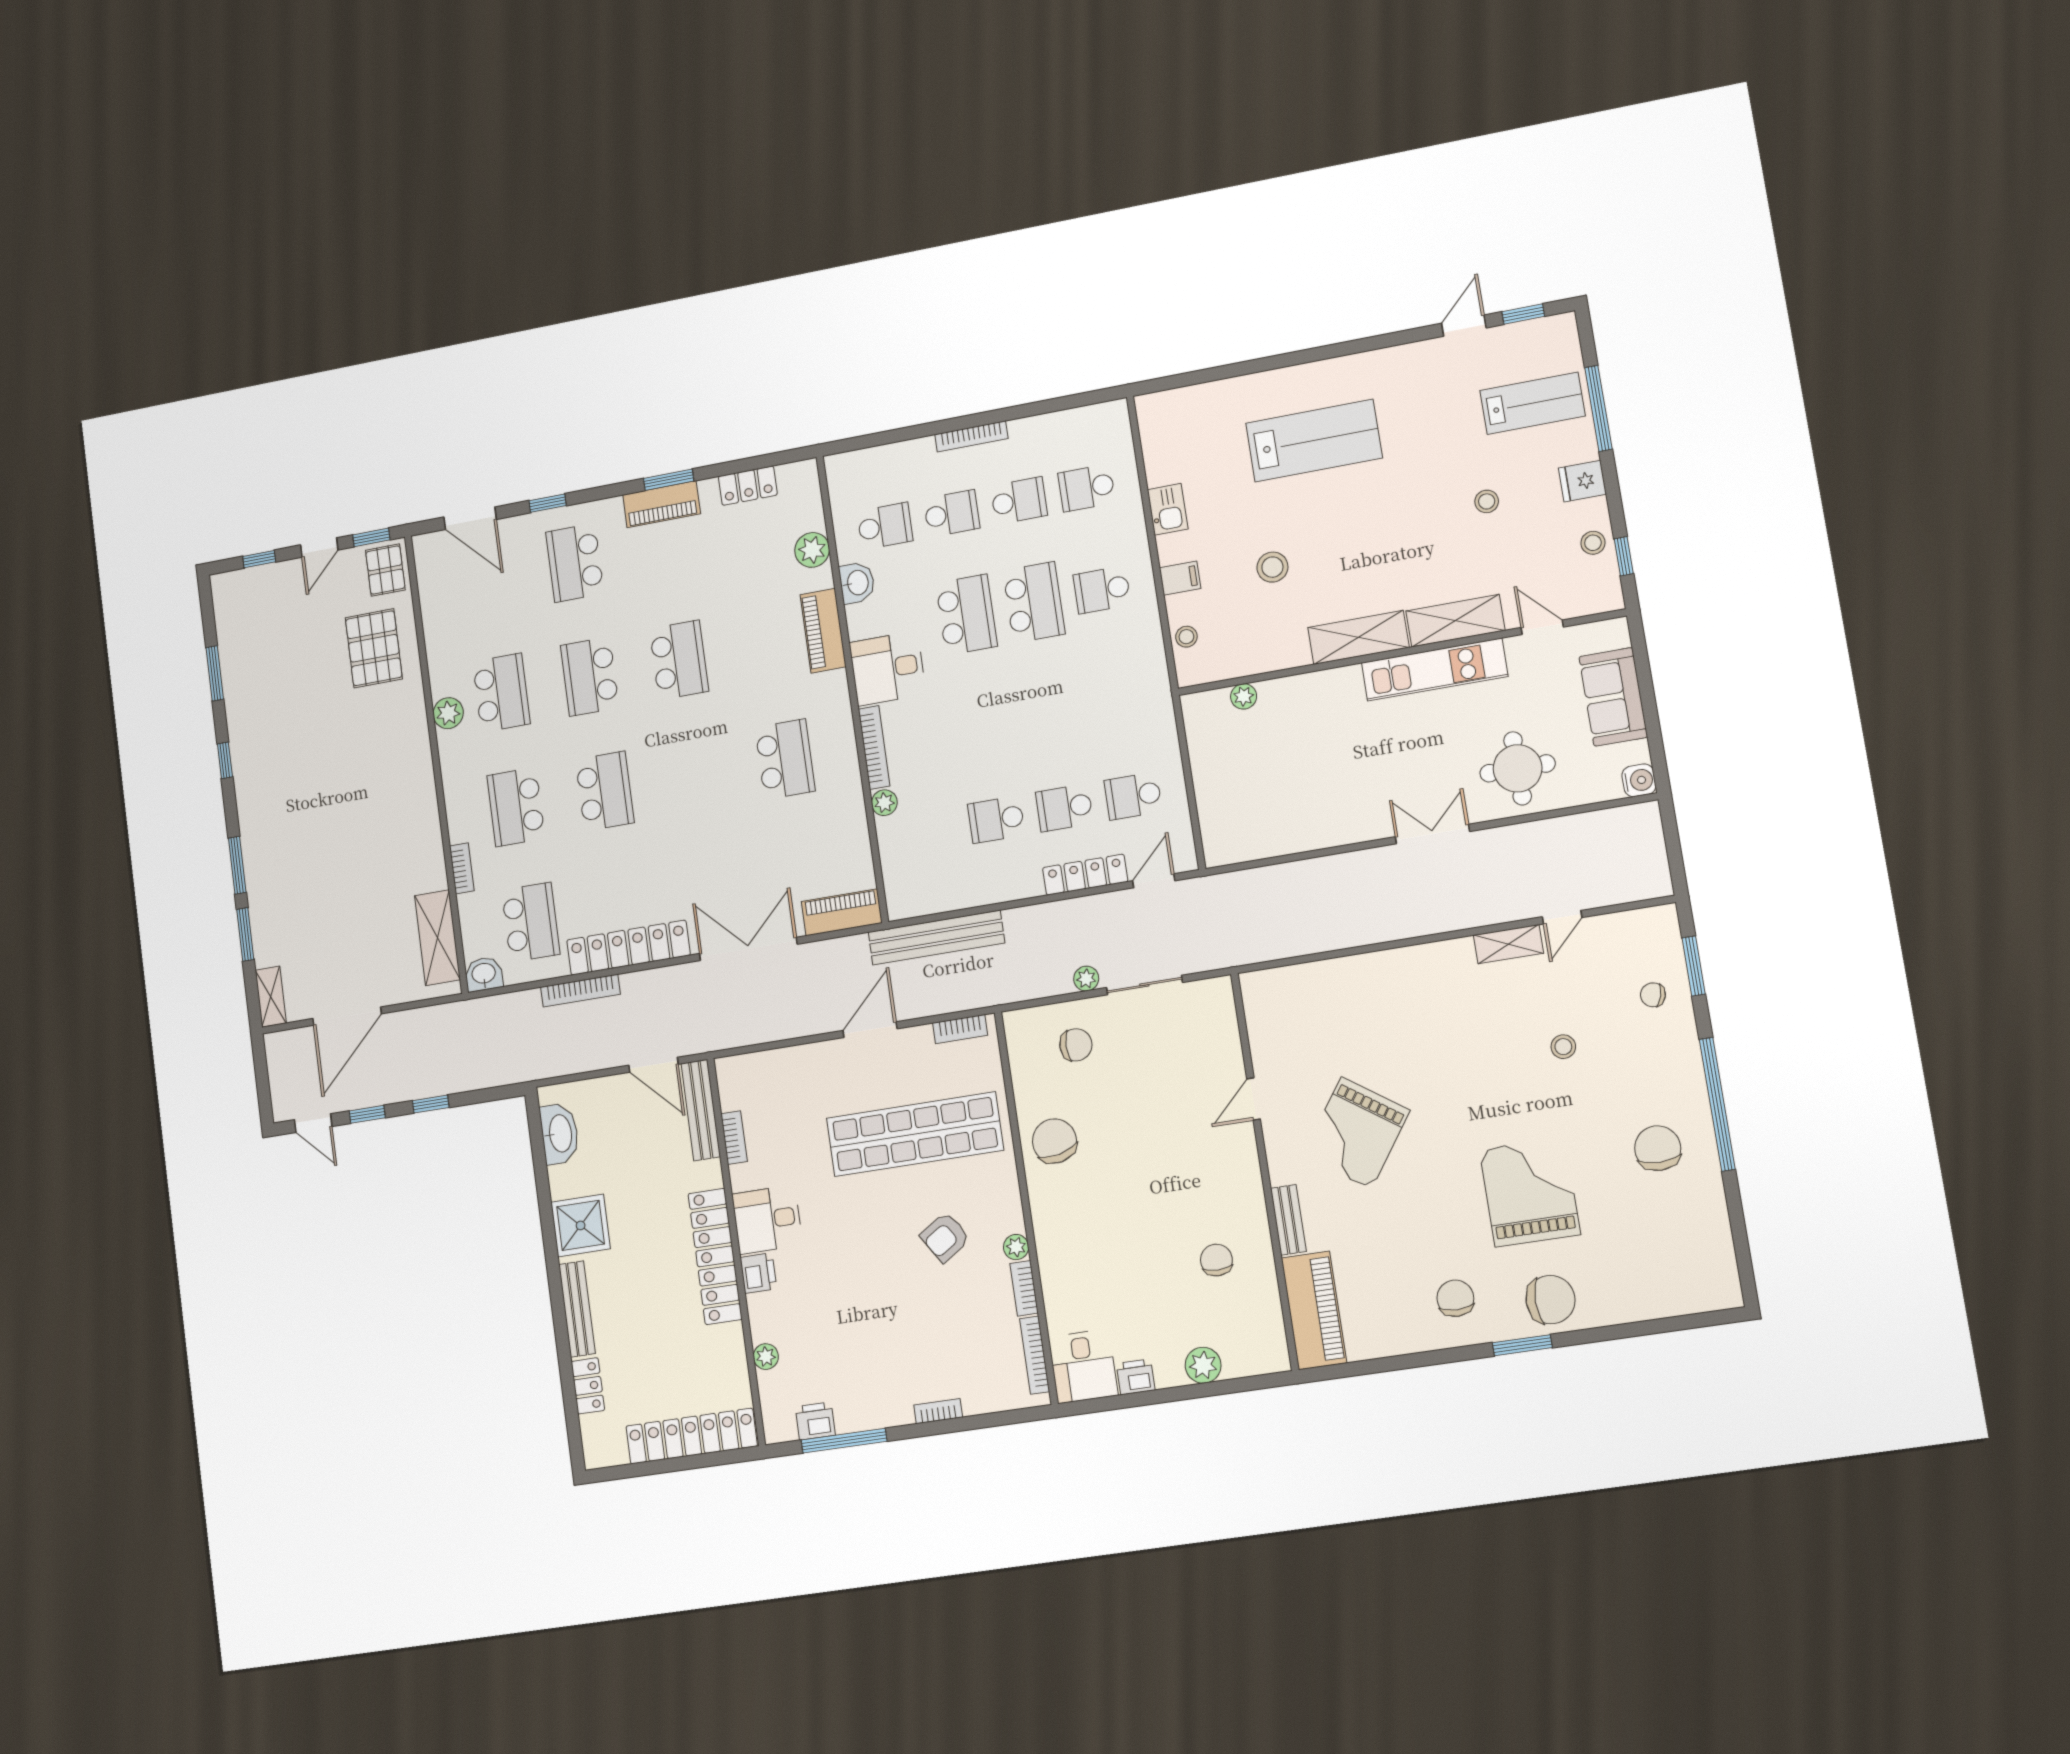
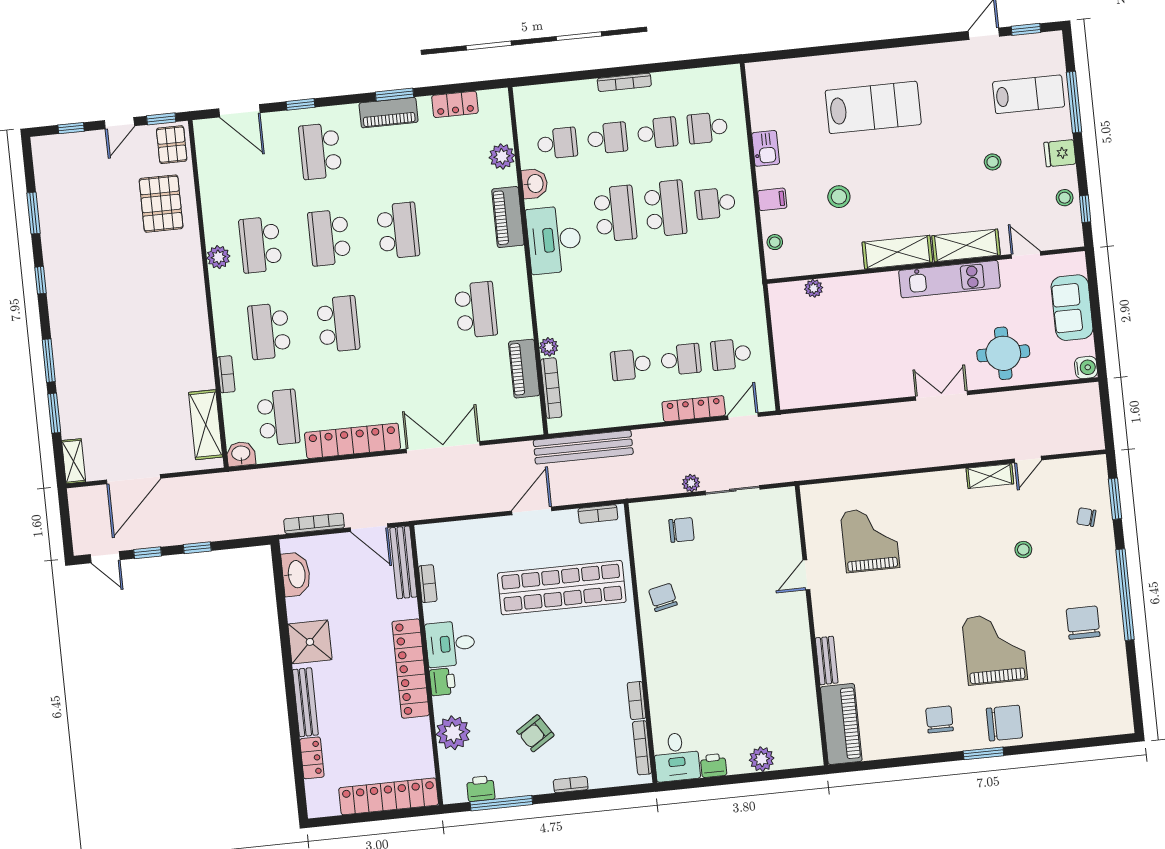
desk: (888, 668) -> (554, 240), width x1.37
school desk: (501, 693) -> (260, 245), turned 180
bookcase: (874, 747) -> (551, 388), moved
school desk: (1064, 808) -> (681, 359), turned 180
piano: (842, 912) -> (524, 369), moved, turned -90
bookcase: (580, 991) -> (314, 523), moved, turned 180
grand piano: (1356, 1133) -> (870, 540), moved, turned 145
chair: (1054, 1141) -> (663, 597), width x0.73, depth x0.73
armchair: (945, 1237) -> (535, 733), moved
plant: (1016, 1247) -> (632, 671), removed
chair: (1216, 1260) -> (775, 686), removed
plant: (766, 1357) -> (453, 733), width x1.87, depth x1.87

